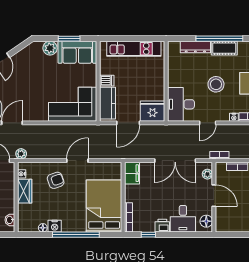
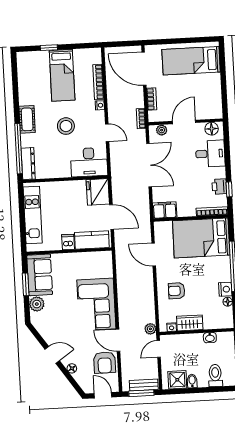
window: (219, 39) -> (18, 149), moved
dresser: (195, 47) -> (28, 164), moved
corner sofa: (73, 104) -> (96, 304), moved
door: (77, 161) -> (154, 255), moved
armchair: (56, 180) -> (177, 291), turned -71
washbasin: (10, 220) -> (210, 338), moved
printer: (162, 226) -> (219, 187), moved

